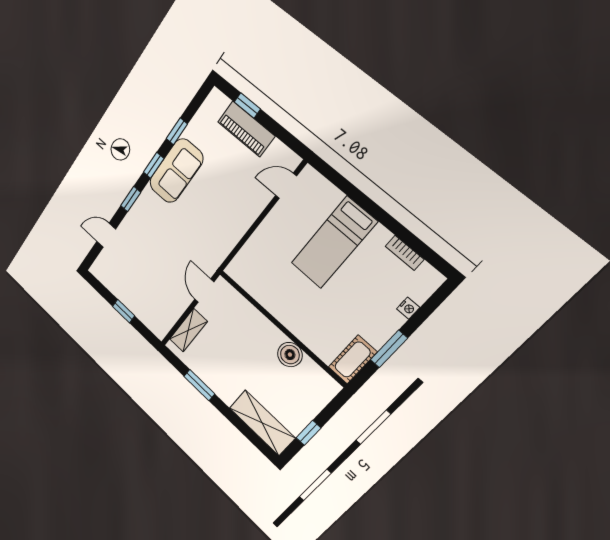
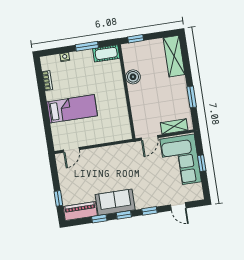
piano: (246, 129) -> (80, 211), moved, turned -90
door: (286, 186) -> (71, 150), hinge flipped
corner sofa: (148, 294) -> (181, 160), added
window: (309, 433) -> (136, 39), moved

